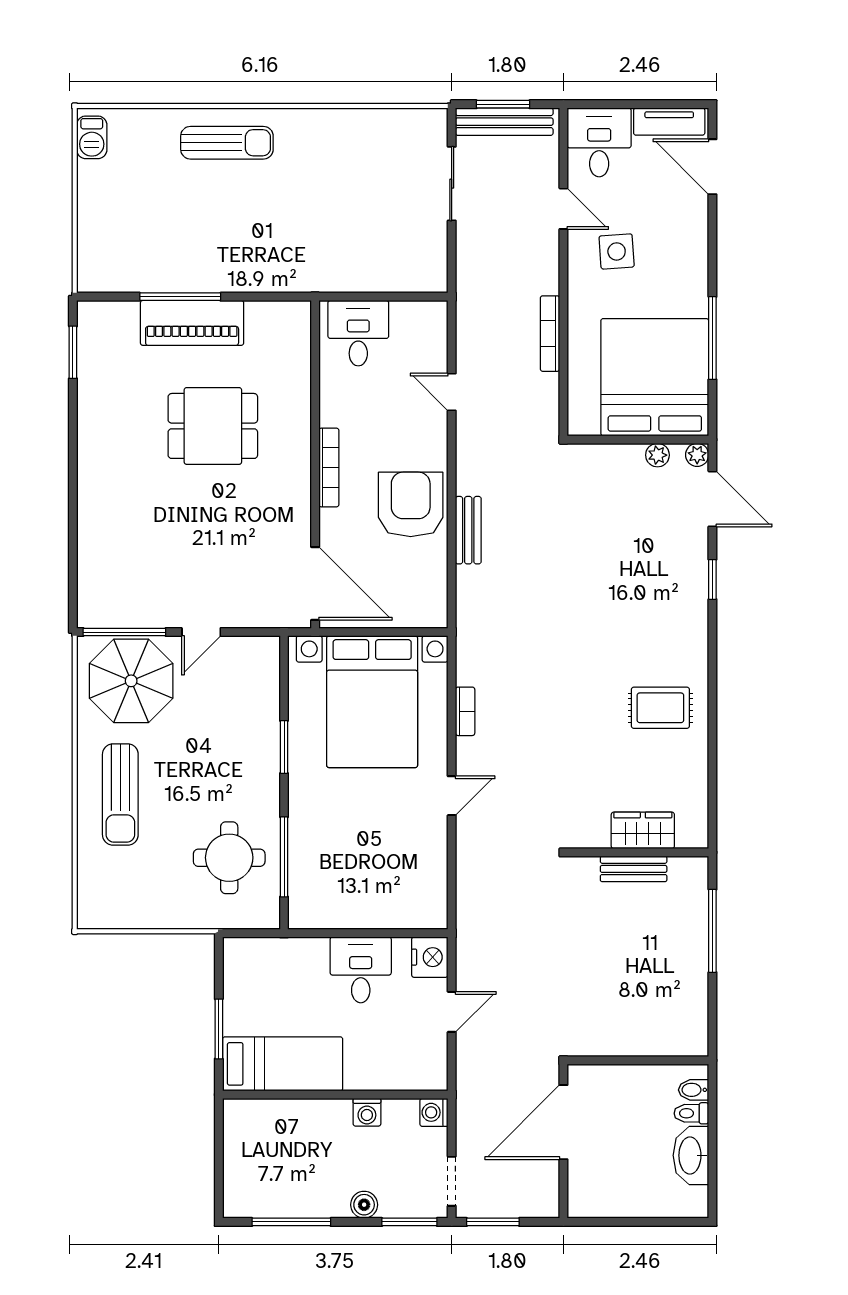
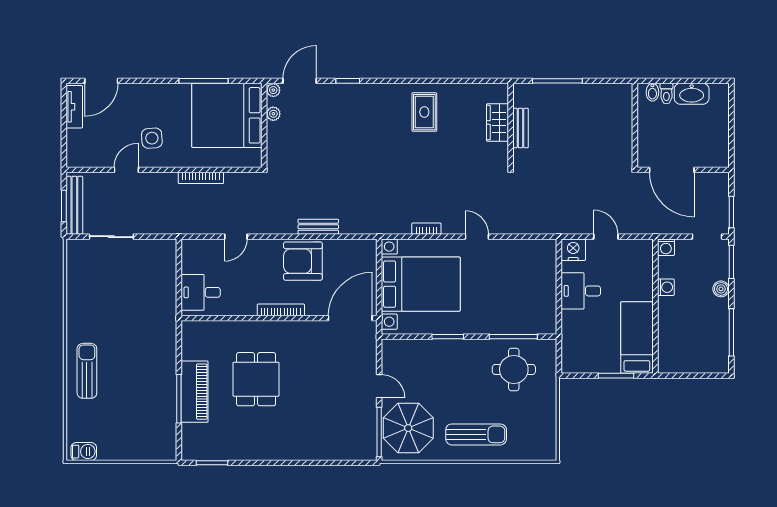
desk: (599, 142) -> (87, 149), removed

